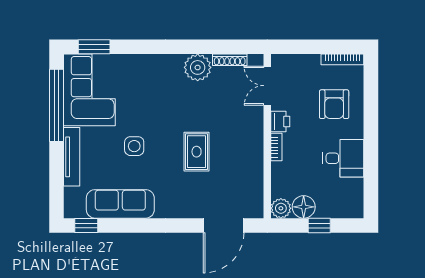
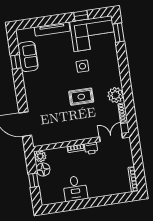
armchair: (334, 104) -> (106, 178), removed
window: (57, 105) -> (81, 16), width x0.32
side table: (134, 146) -> (82, 66), moved
rug: (197, 152) -> (81, 97), moved
sofa: (120, 204) -> (28, 56), width x0.73
window: (86, 225) -> (16, 62), moved

